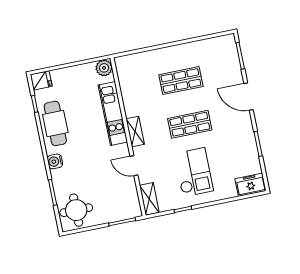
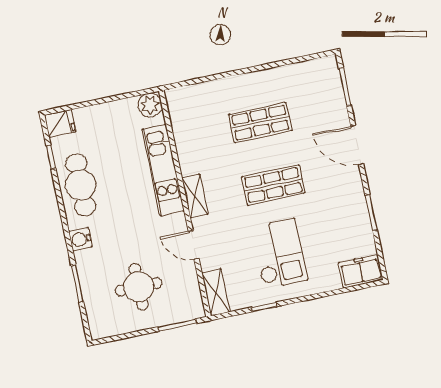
round table: (76, 210) -> (139, 287), moved

